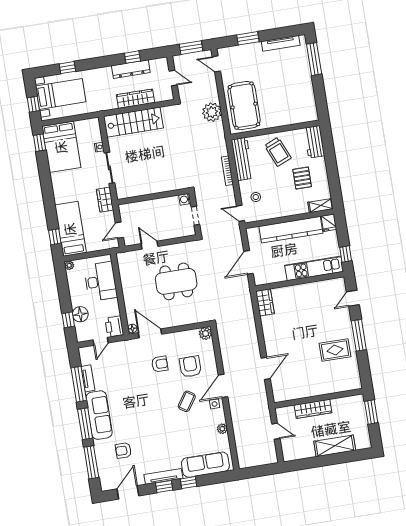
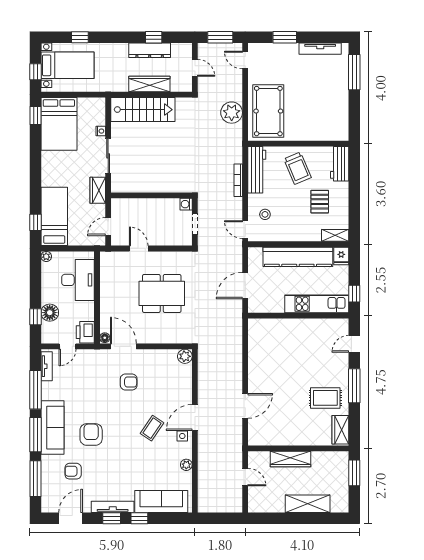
wardrobe: (265, 302) -> (340, 430), moved, turned 180
armchair: (190, 367) -> (91, 434), moved
tv unit: (88, 378) -> (47, 366), moved

